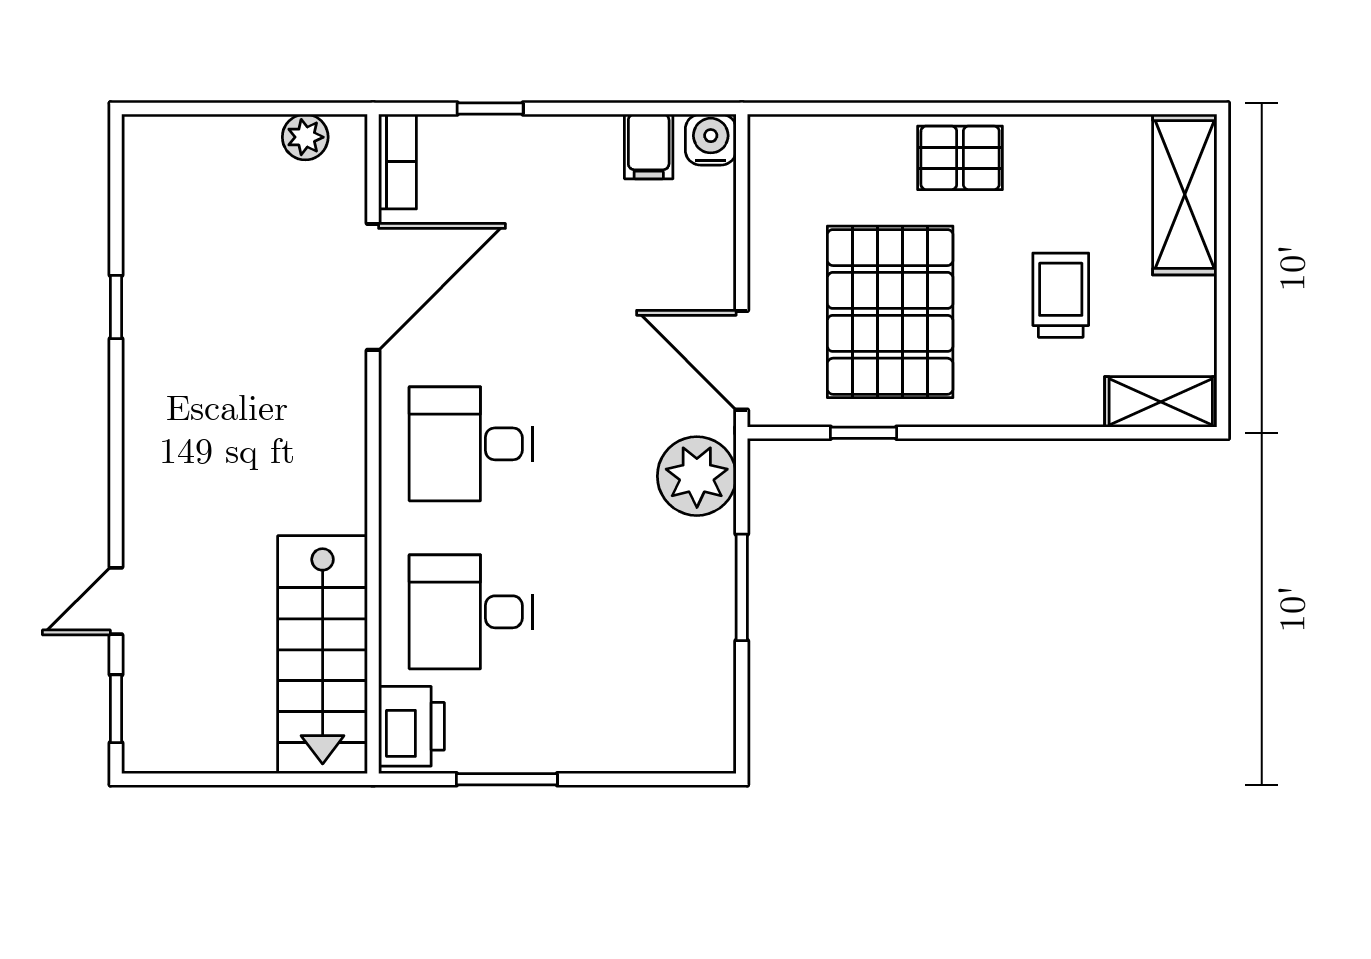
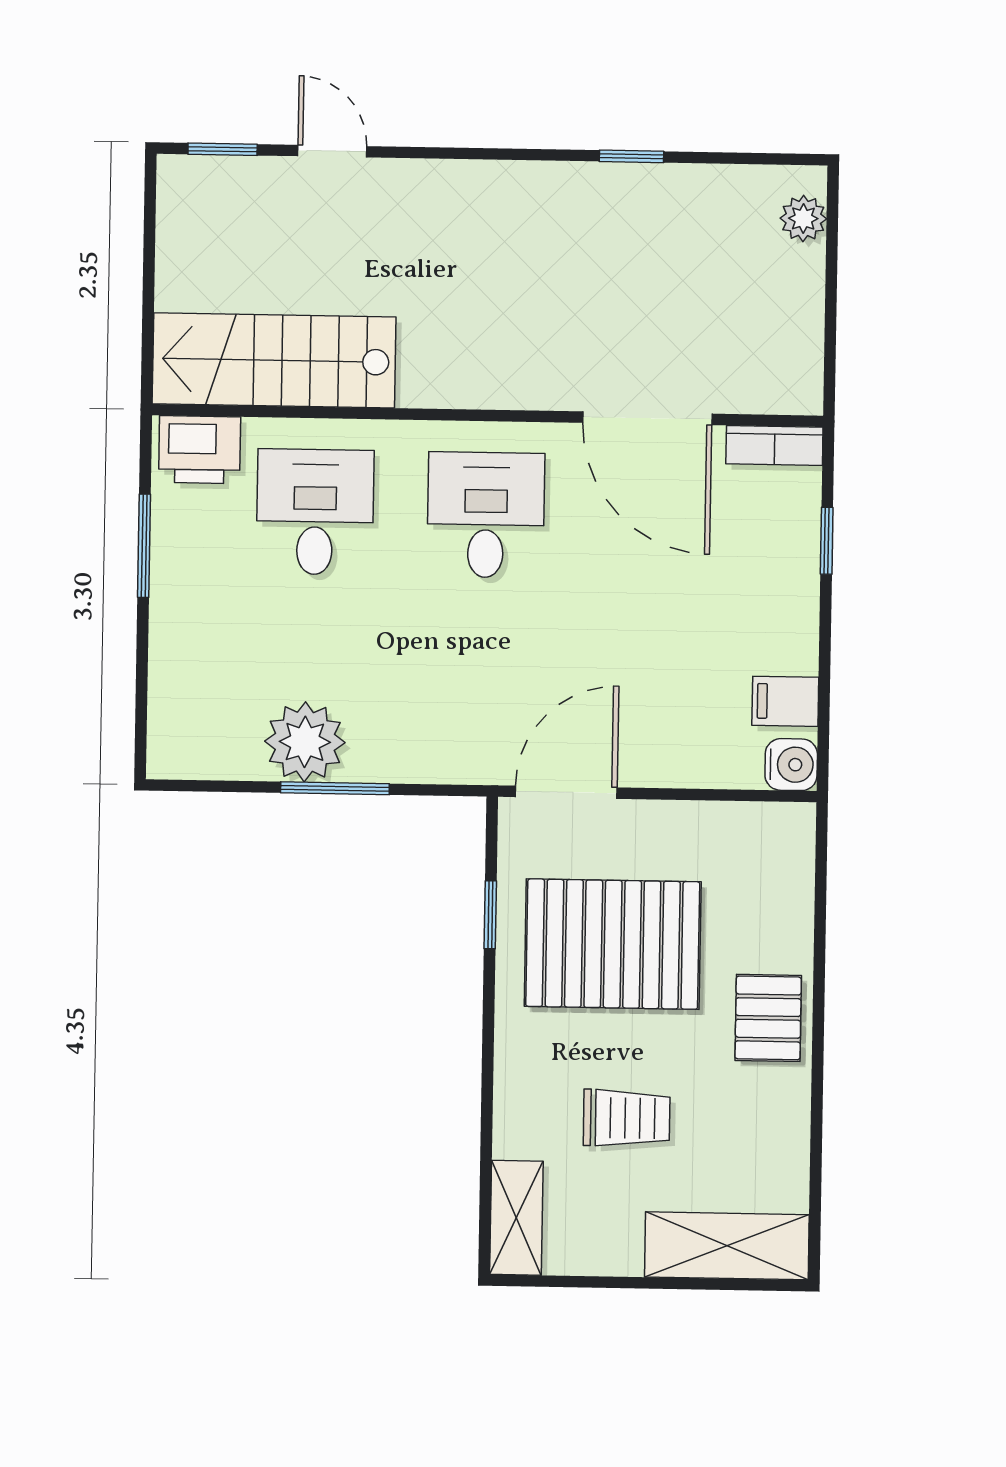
plant: (305, 137) -> (803, 218), moved
plant: (697, 476) -> (305, 742), moved

